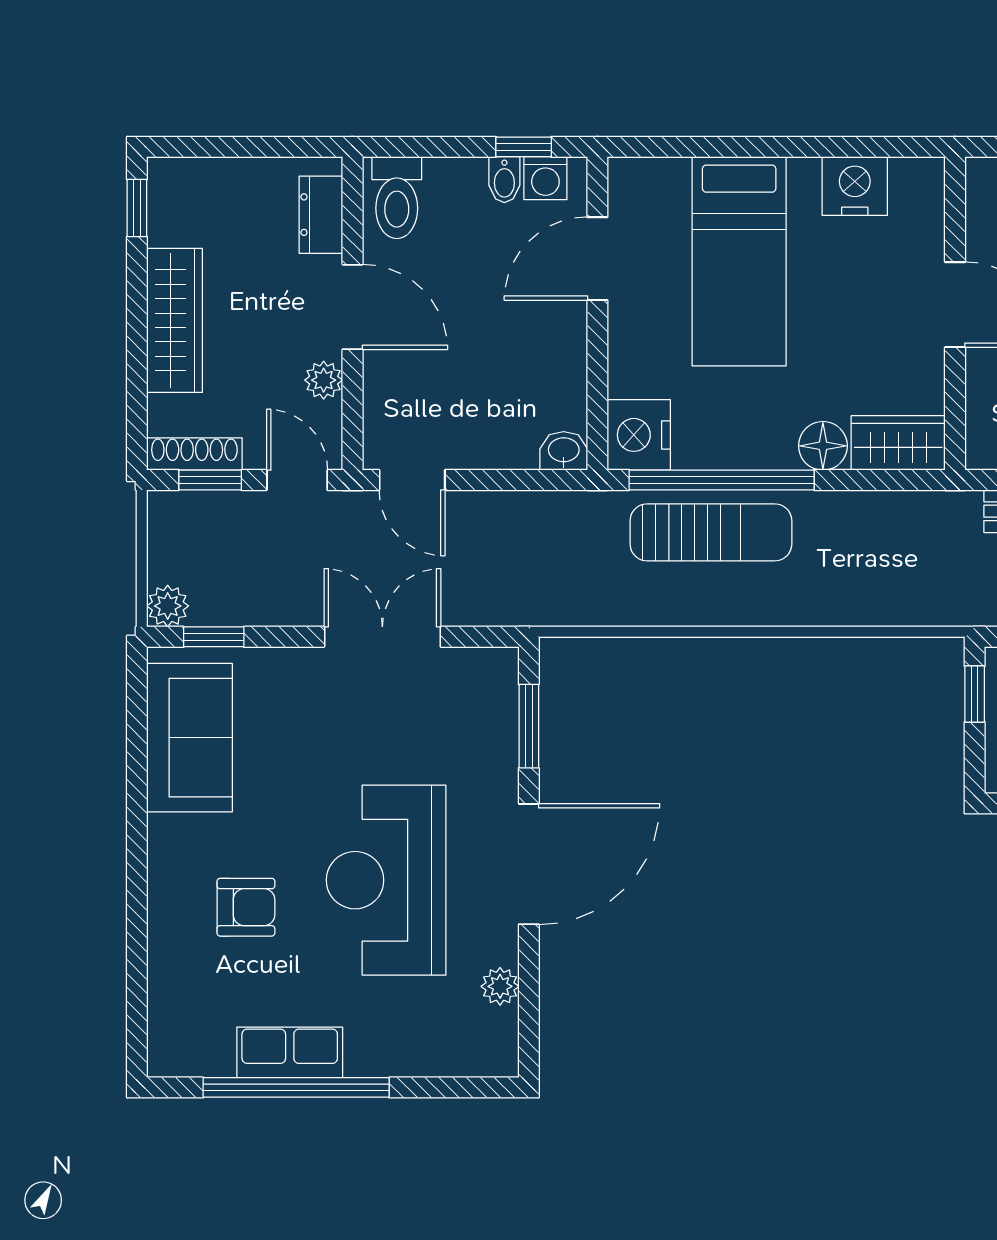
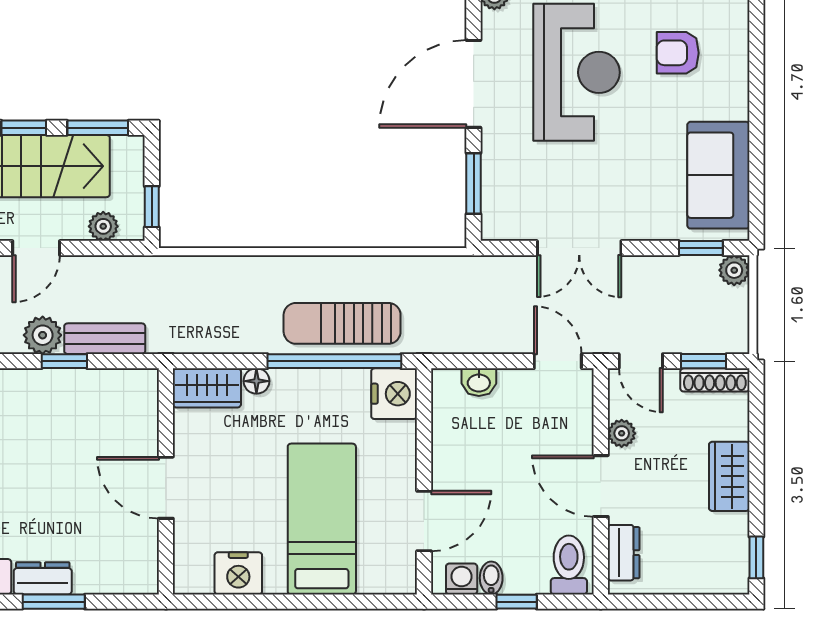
window: (524, 147) -> (517, 602), moved
wardrobe: (175, 320) -> (729, 476), width x0.67
floor lamp: (823, 446) -> (256, 381), width x0.73, depth x0.73
washbasin: (564, 451) -> (479, 382), moved

